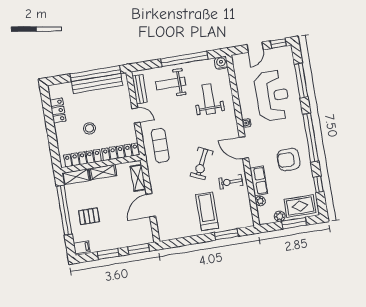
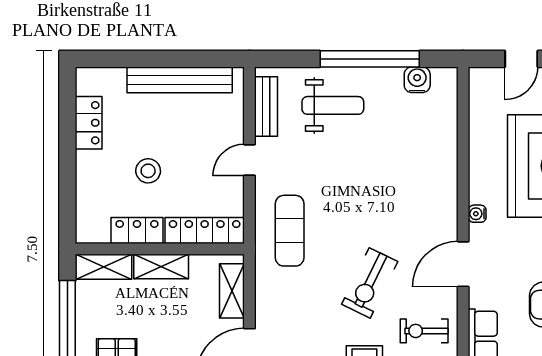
water cooler: (221, 63) -> (417, 80), moved
window: (96, 74) -> (180, 59), removed
weight bench: (171, 84) -> (333, 105), turned 180
weight bench: (209, 99) -> (407, 151), removed
door: (136, 115) -> (249, 160), swing flipped
door: (244, 148) -> (463, 264), hinge flipped
locker: (82, 158) -> (137, 231), width x0.66

